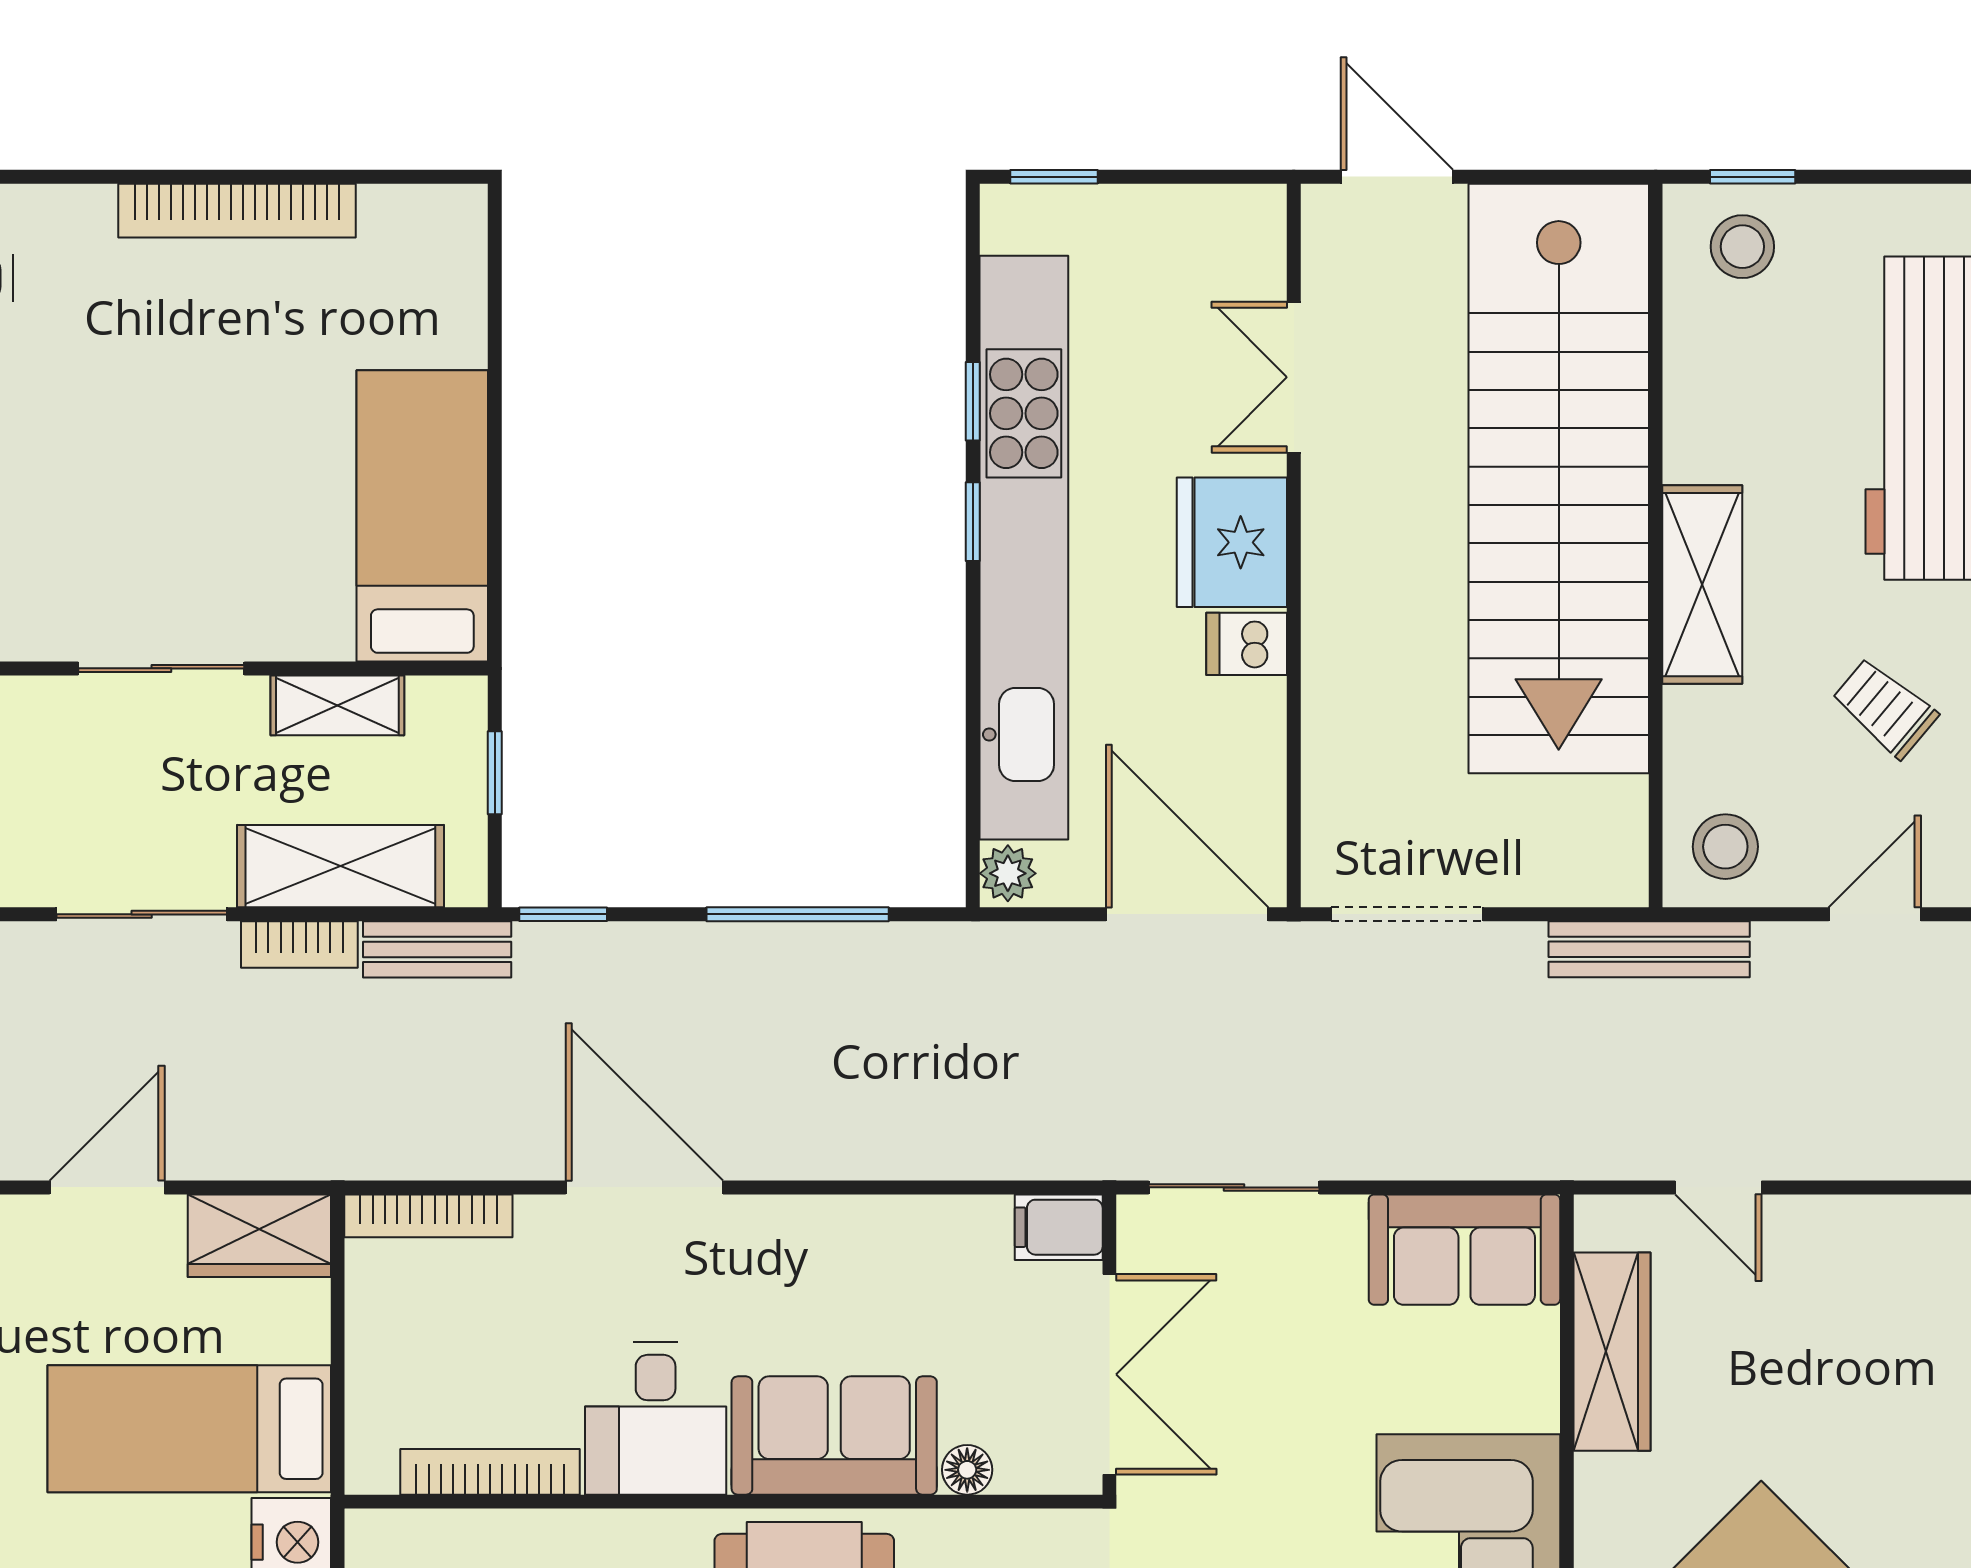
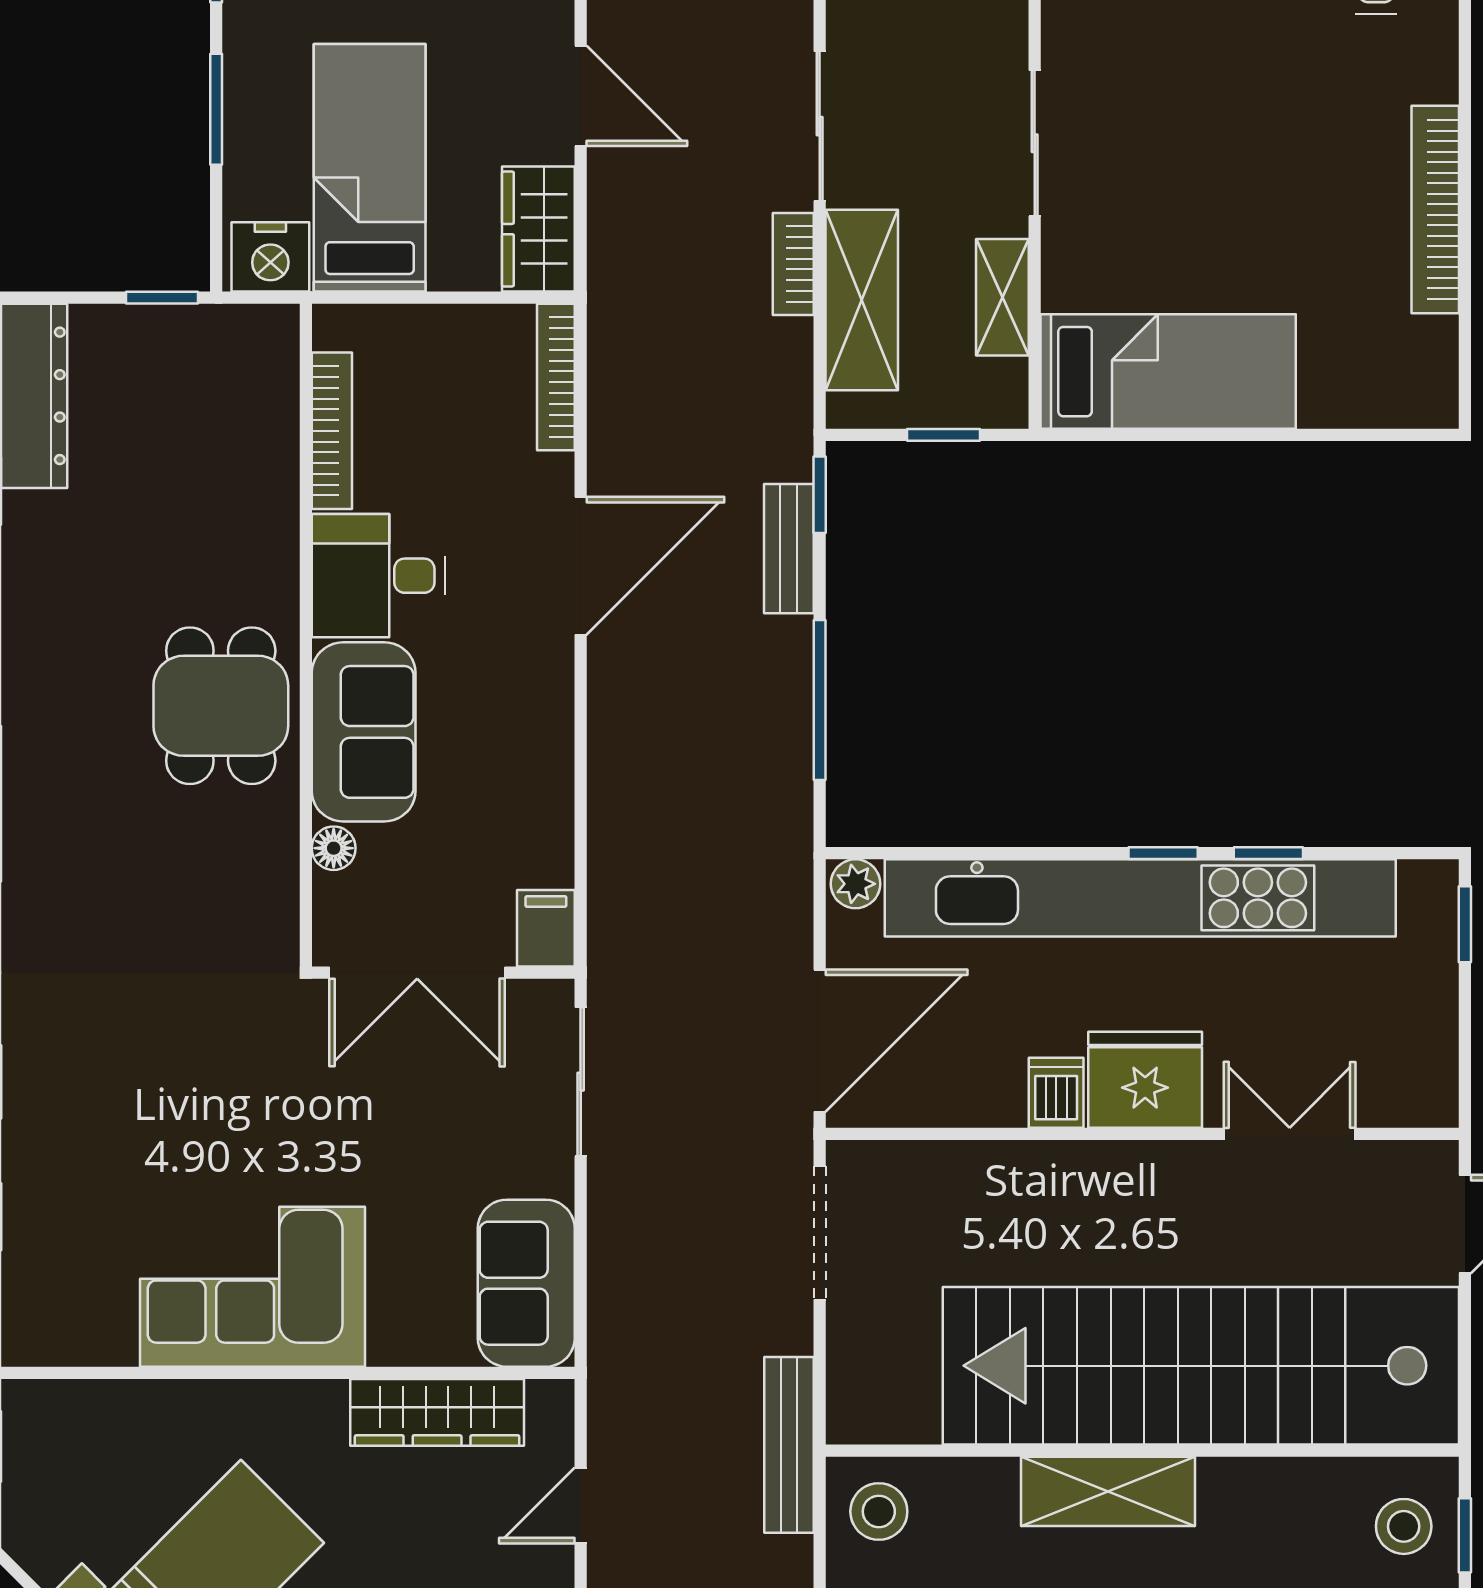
bench: (437, 949) -> (789, 549), moved

